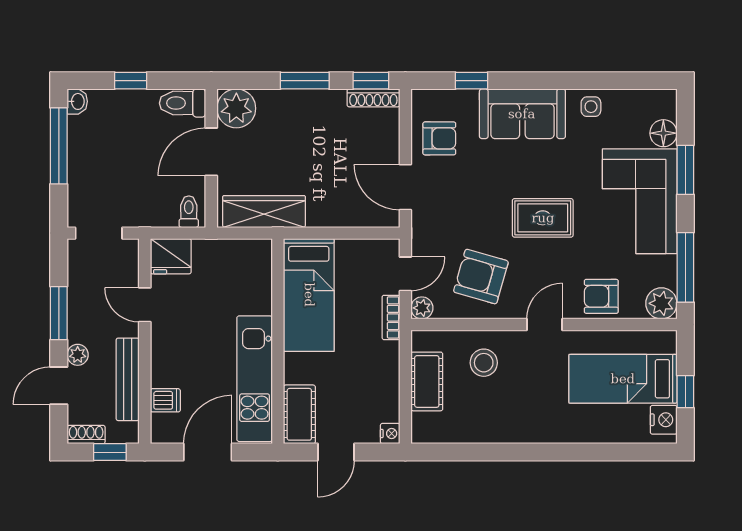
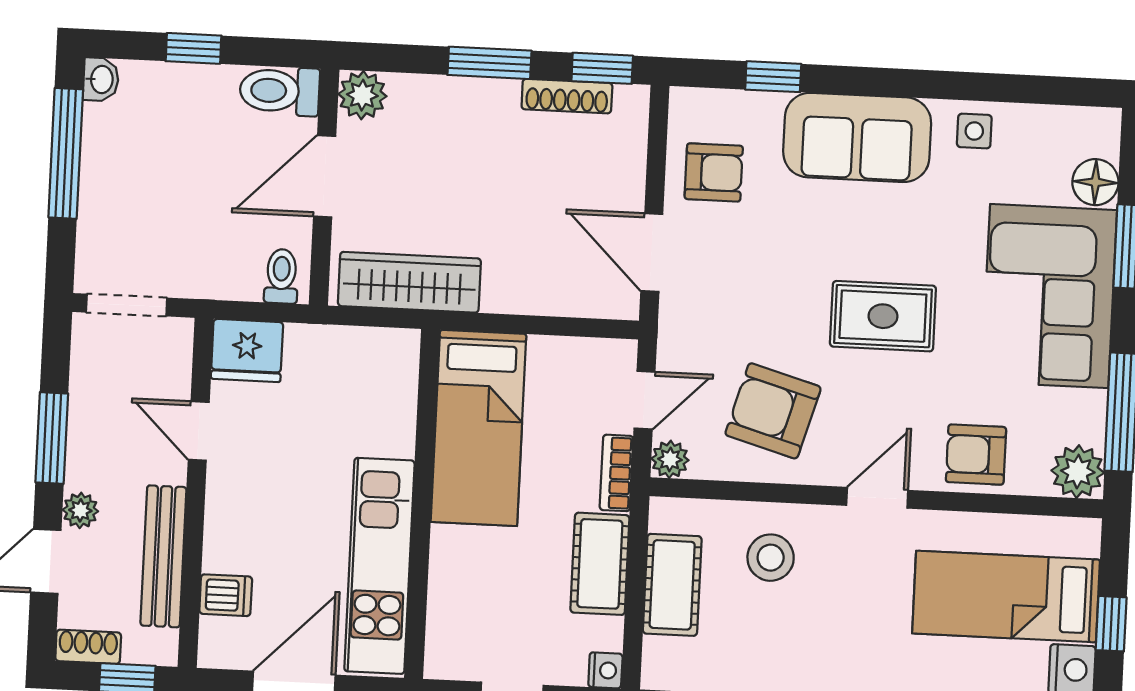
shoe rack: (373, 98) -> (567, 96), moved
plant: (236, 108) -> (362, 95), width x0.73, depth x0.73
cot: (299, 414) -> (600, 564), moved

